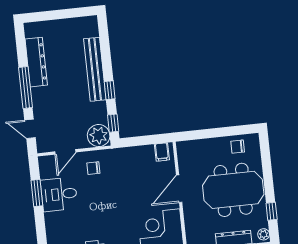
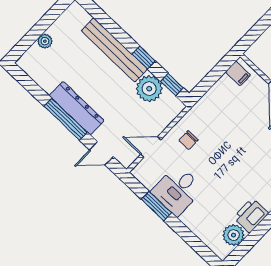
plant: (55, 26) -> (45, 41), added
dresser: (36, 62) -> (77, 108), moved
plant: (99, 136) -> (149, 89), moved
door: (65, 152) -> (151, 147), swing flipped

